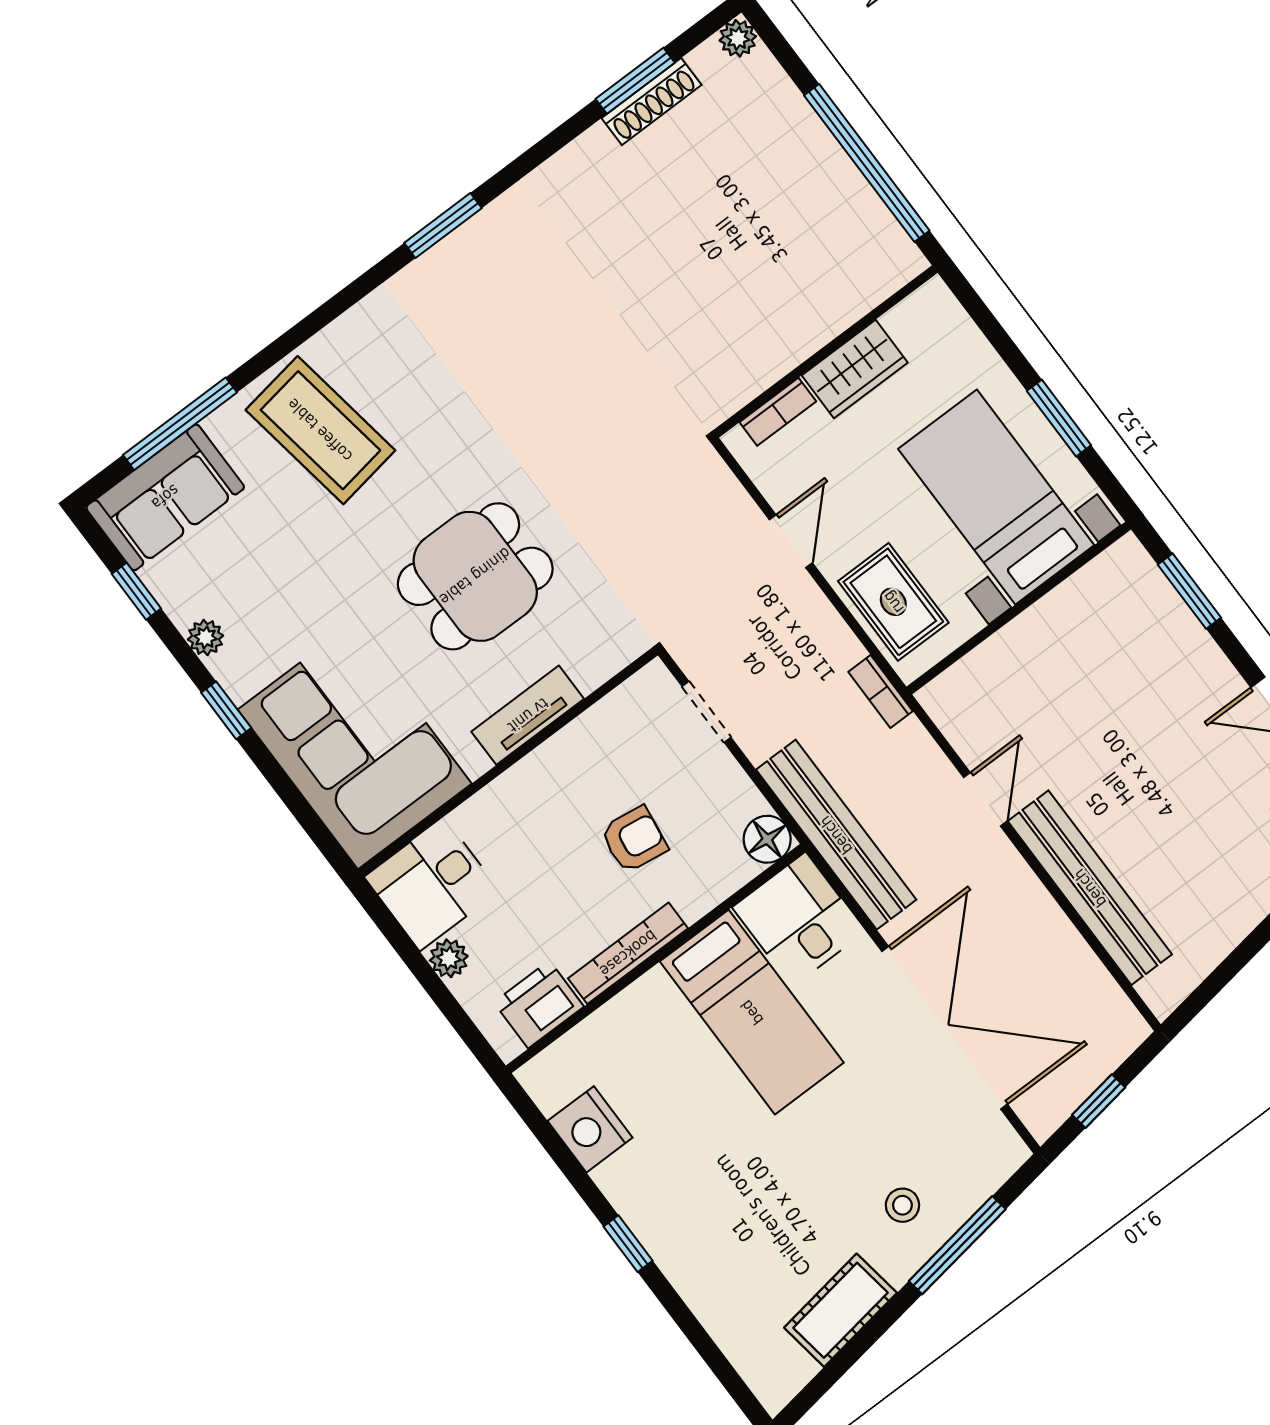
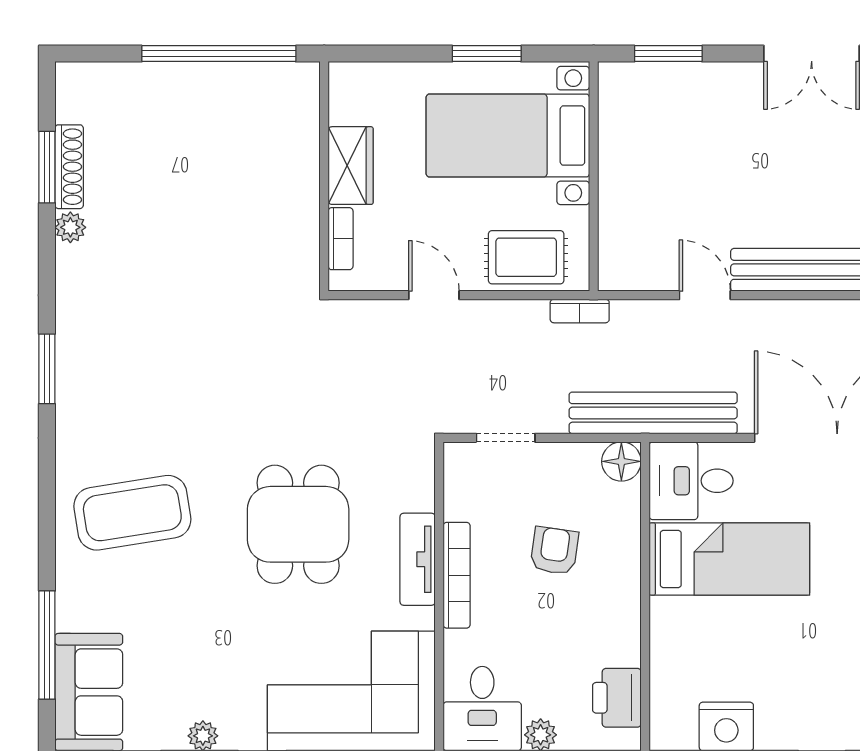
plant: (738, 38) -> (70, 227), moved
coffee table: (320, 430) -> (132, 513), moved
bookcase: (628, 953) -> (457, 575), moved, turned 180

